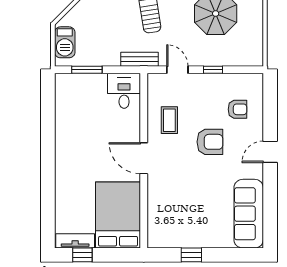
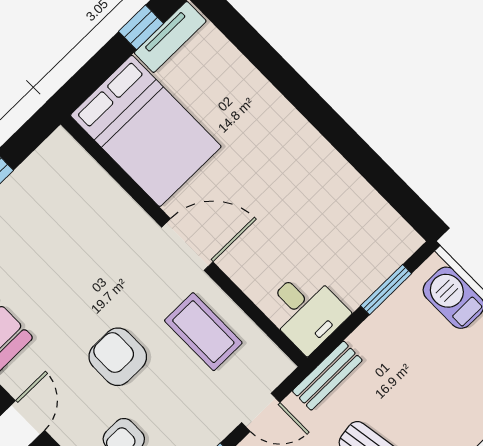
coffee table: (169, 120) -> (203, 332), width x1.36, depth x1.30
armchair: (210, 142) -> (118, 357), turned 90

